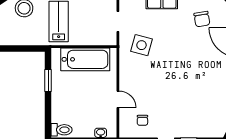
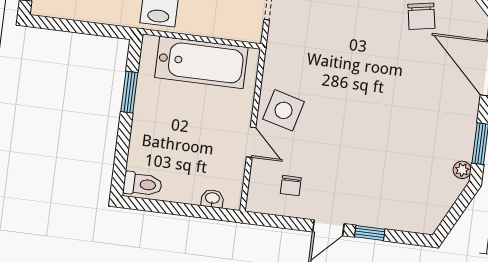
side table: (141, 45) -> (284, 110), moved

